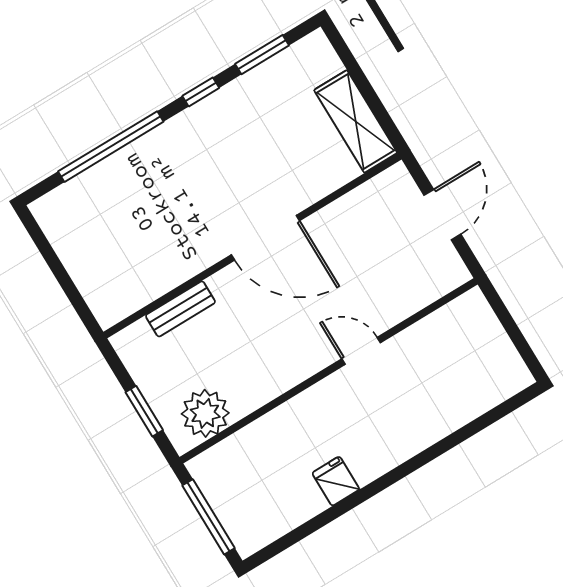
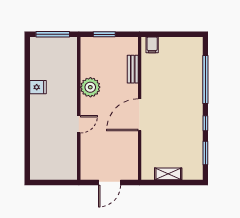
shelving: (356, 121) -> (168, 174), width x0.67, depth x0.75
door: (442, 215) -> (110, 183), hinge flipped
filing cabinet: (106, 299) -> (152, 45), added
plant: (205, 413) -> (90, 87), moved

